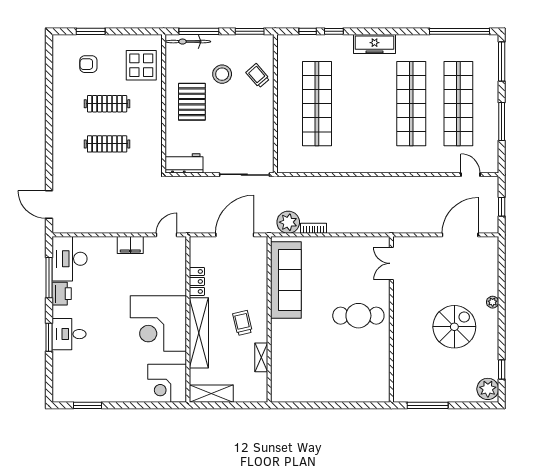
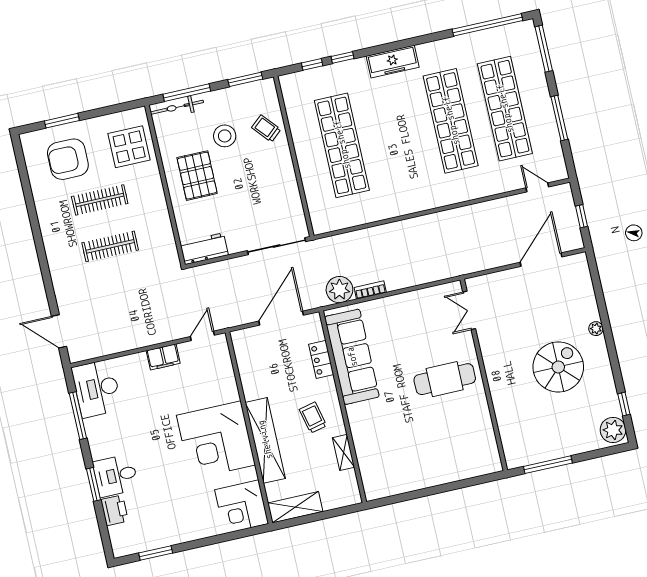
armchair: (88, 64) -> (68, 159), width x1.88, depth x1.88
locker: (197, 281) -> (321, 359), moved, turned 180
printer: (62, 294) -> (114, 510), moved

